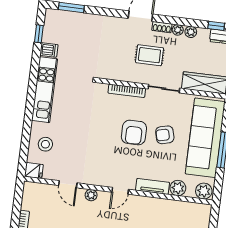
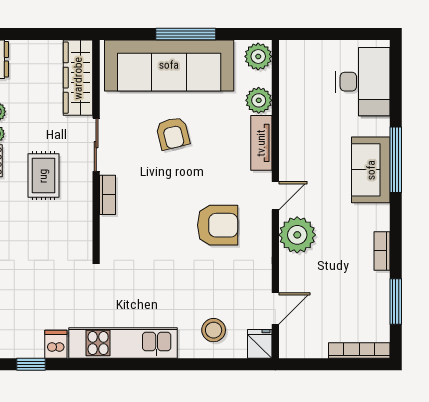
bookcase: (127, 91) -> (108, 195), width x0.64
armchair: (134, 132) -> (218, 225), moved
door: (68, 184) -> (275, 308), moved
door: (120, 191) -> (275, 196), hinge flipped
plant: (91, 195) -> (297, 235), width x1.87, depth x1.87

